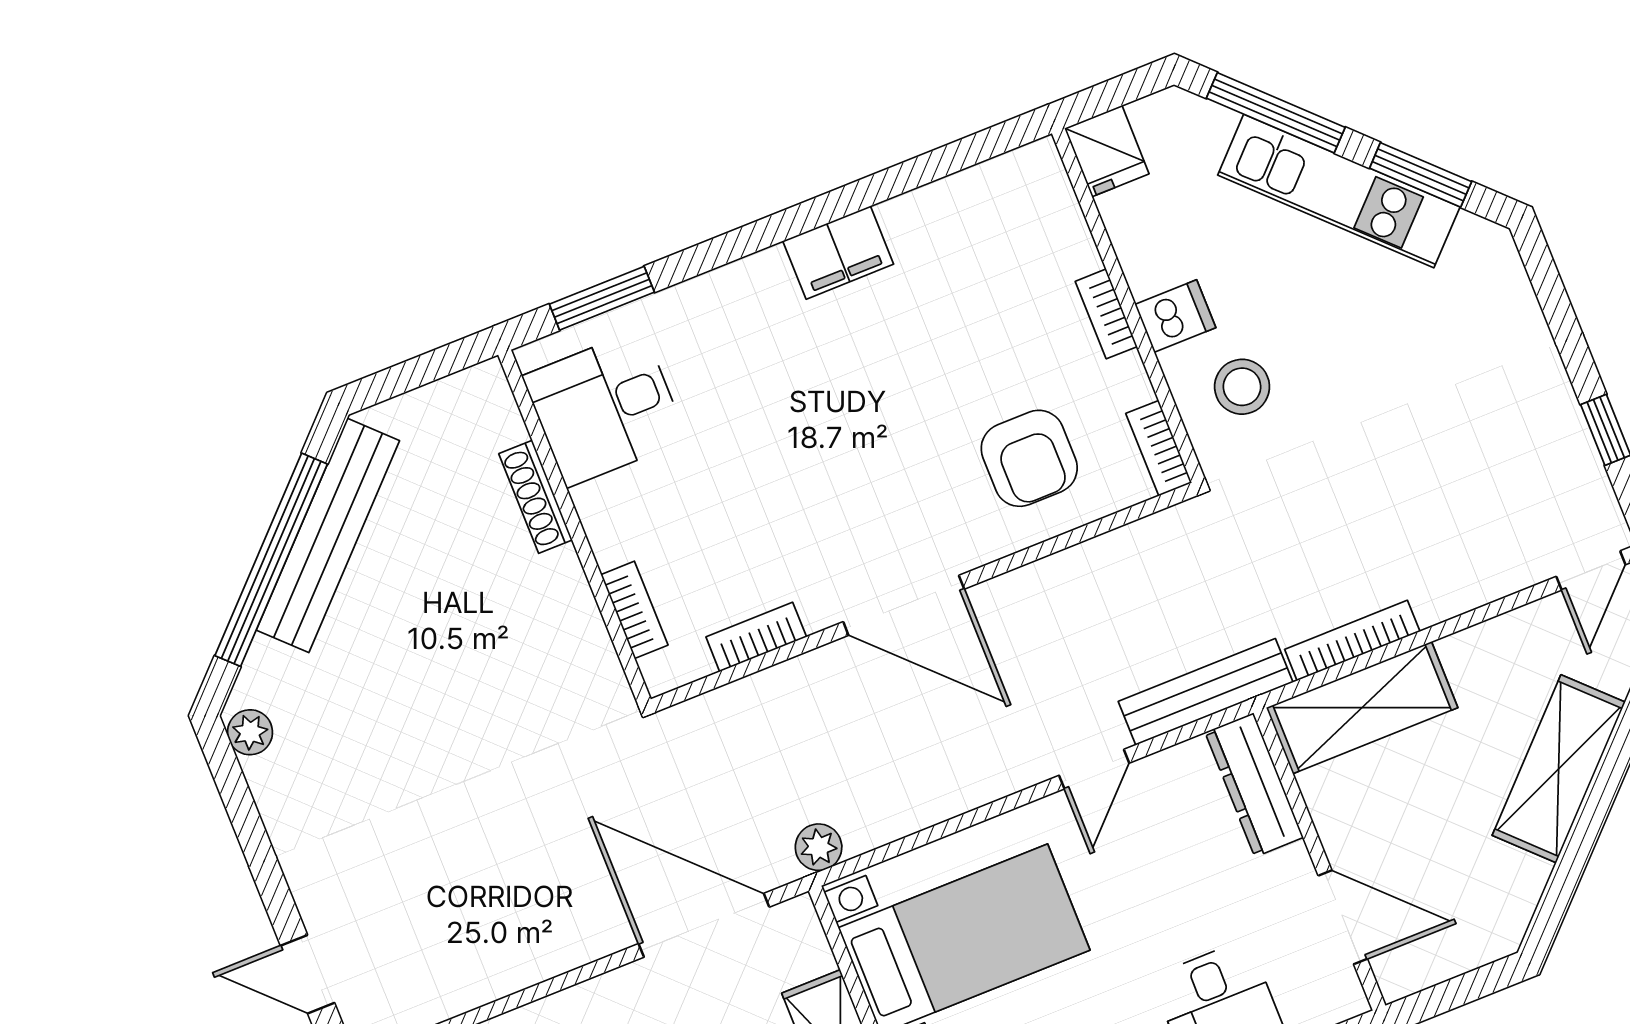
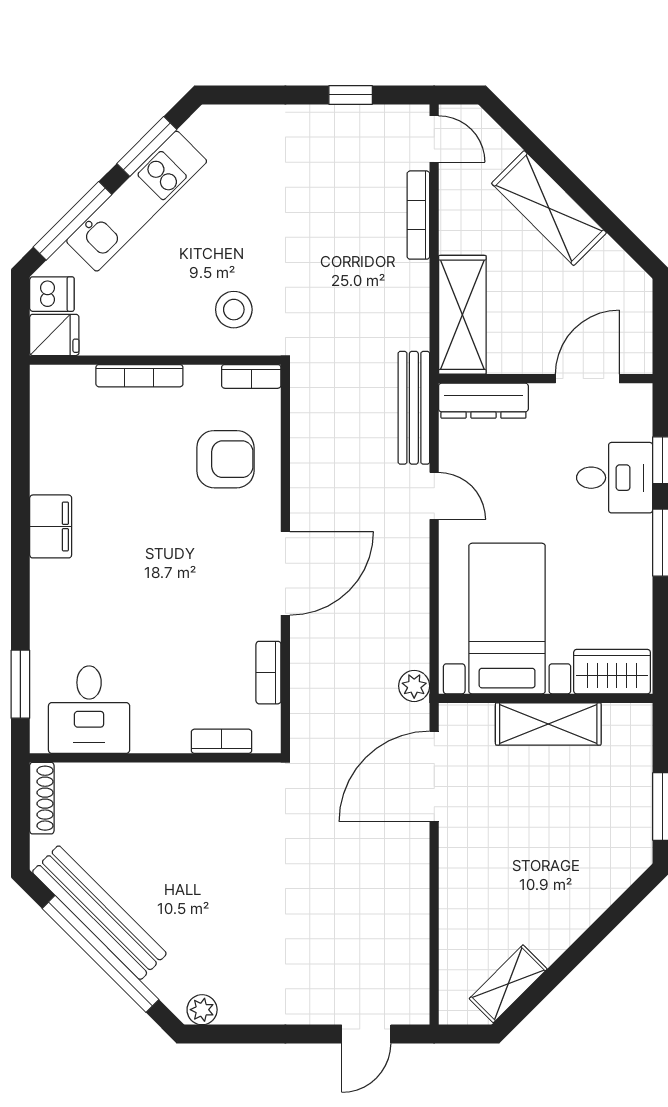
bookcase: (1106, 314) -> (139, 376), width x1.56
dishwasher: (1175, 316) -> (52, 294), moved, turned 90
shoe rack: (536, 497) -> (42, 798), moved, turned -90
bookcase: (1352, 640) -> (418, 215), moved

